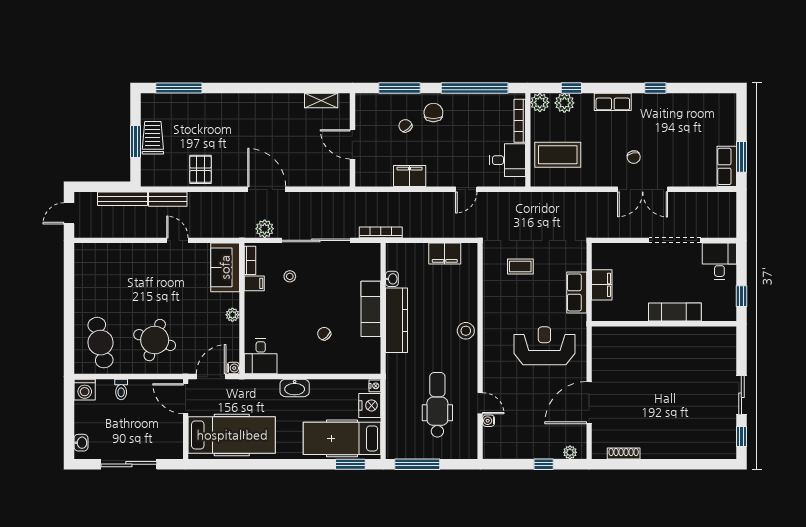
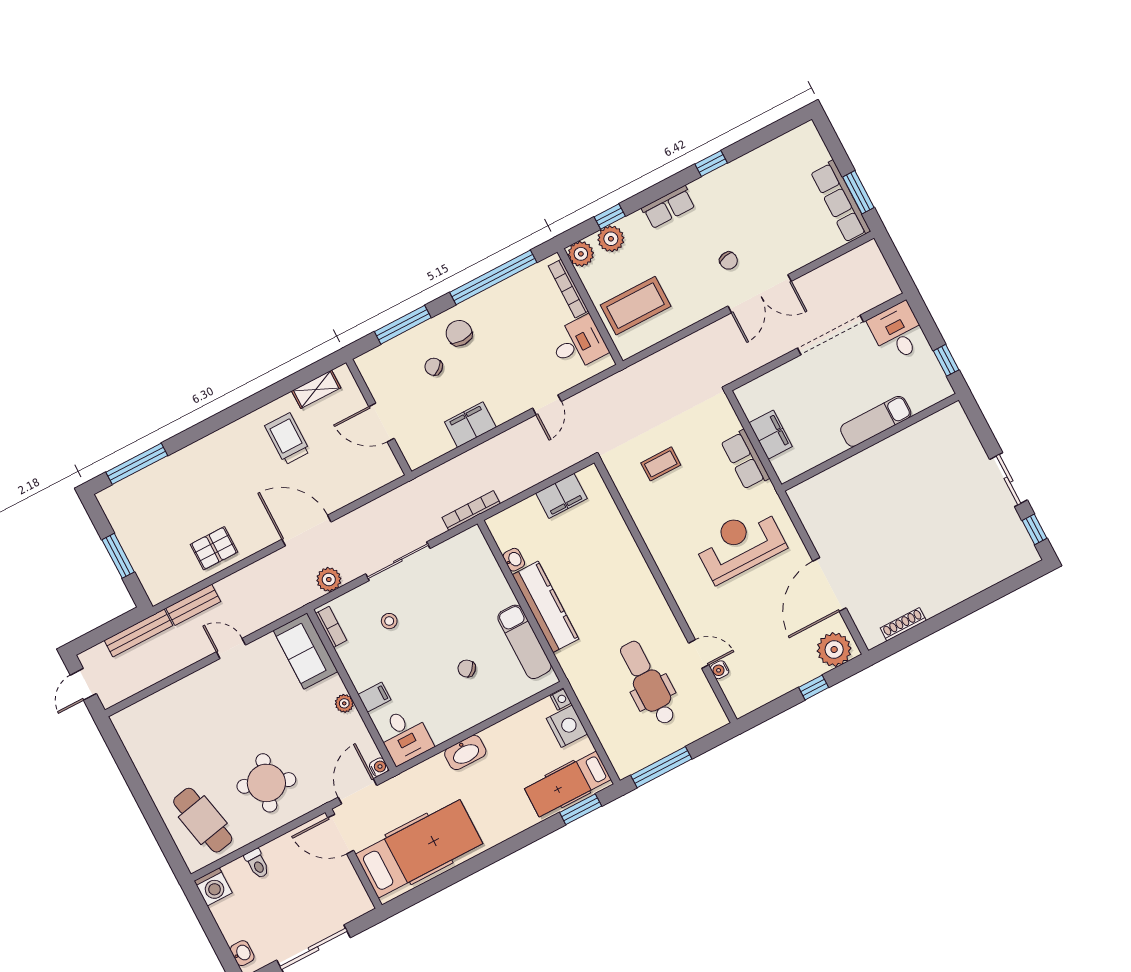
trolley: (153, 138) -> (287, 439), moved
row of seats: (727, 166) -> (840, 202), width x1.48
pallet: (200, 169) -> (214, 548), turned 90
sliding door: (316, 240) -> (398, 561), width x0.73
filing cabinet: (254, 283) -> (374, 697), moved
exam couch: (371, 309) -> (524, 642), moved
stool: (466, 331) -> (636, 576), removed
hospital bed: (342, 438) -> (568, 784), width x0.73, depth x0.78
plant: (570, 452) -> (834, 650), width x1.87, depth x1.87

